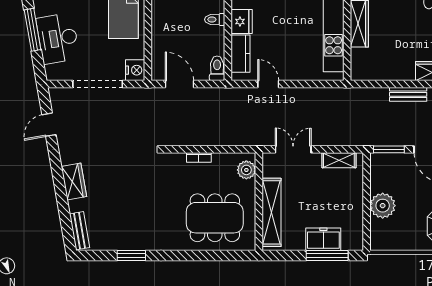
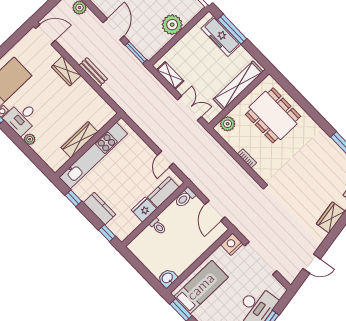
double door: (293, 149) -> (189, 108), swing flipped
freezer: (323, 239) -> (221, 36), width x1.40

